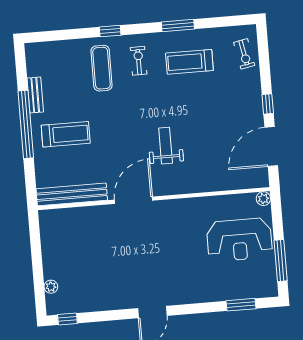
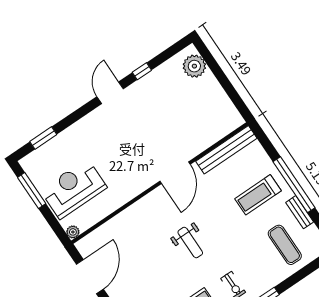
exercise mat: (102, 68) -> (285, 245), moved
weight bench: (166, 146) -> (190, 243), moved
plant: (51, 287) -> (194, 66), width x1.88, depth x1.88
window: (67, 319) -> (142, 71), moved

